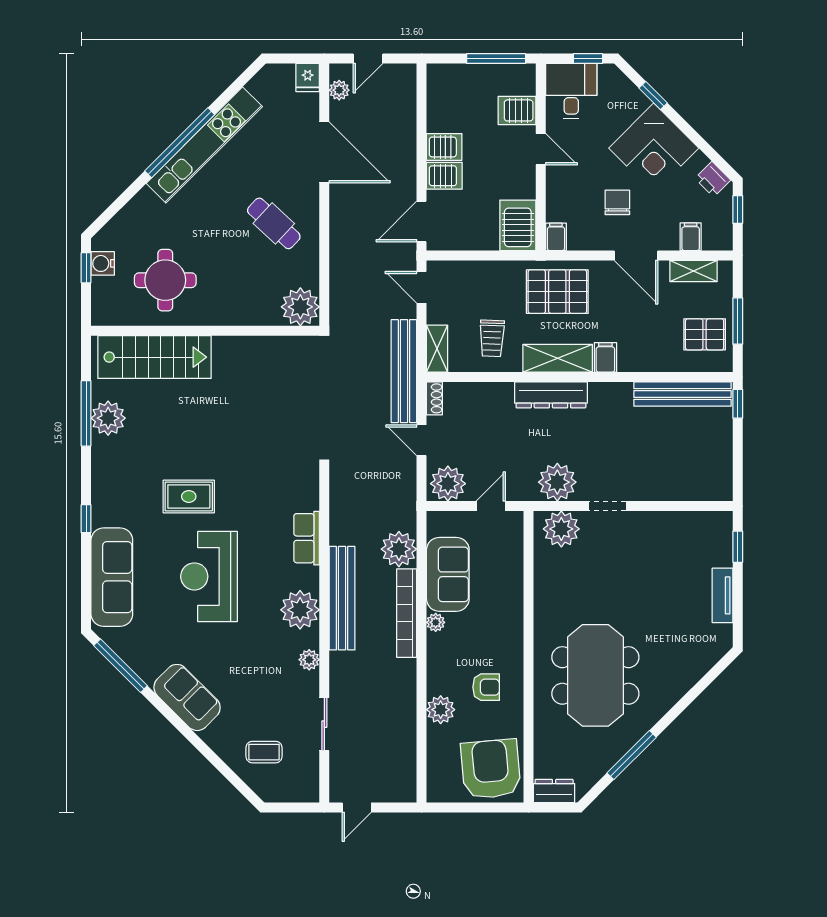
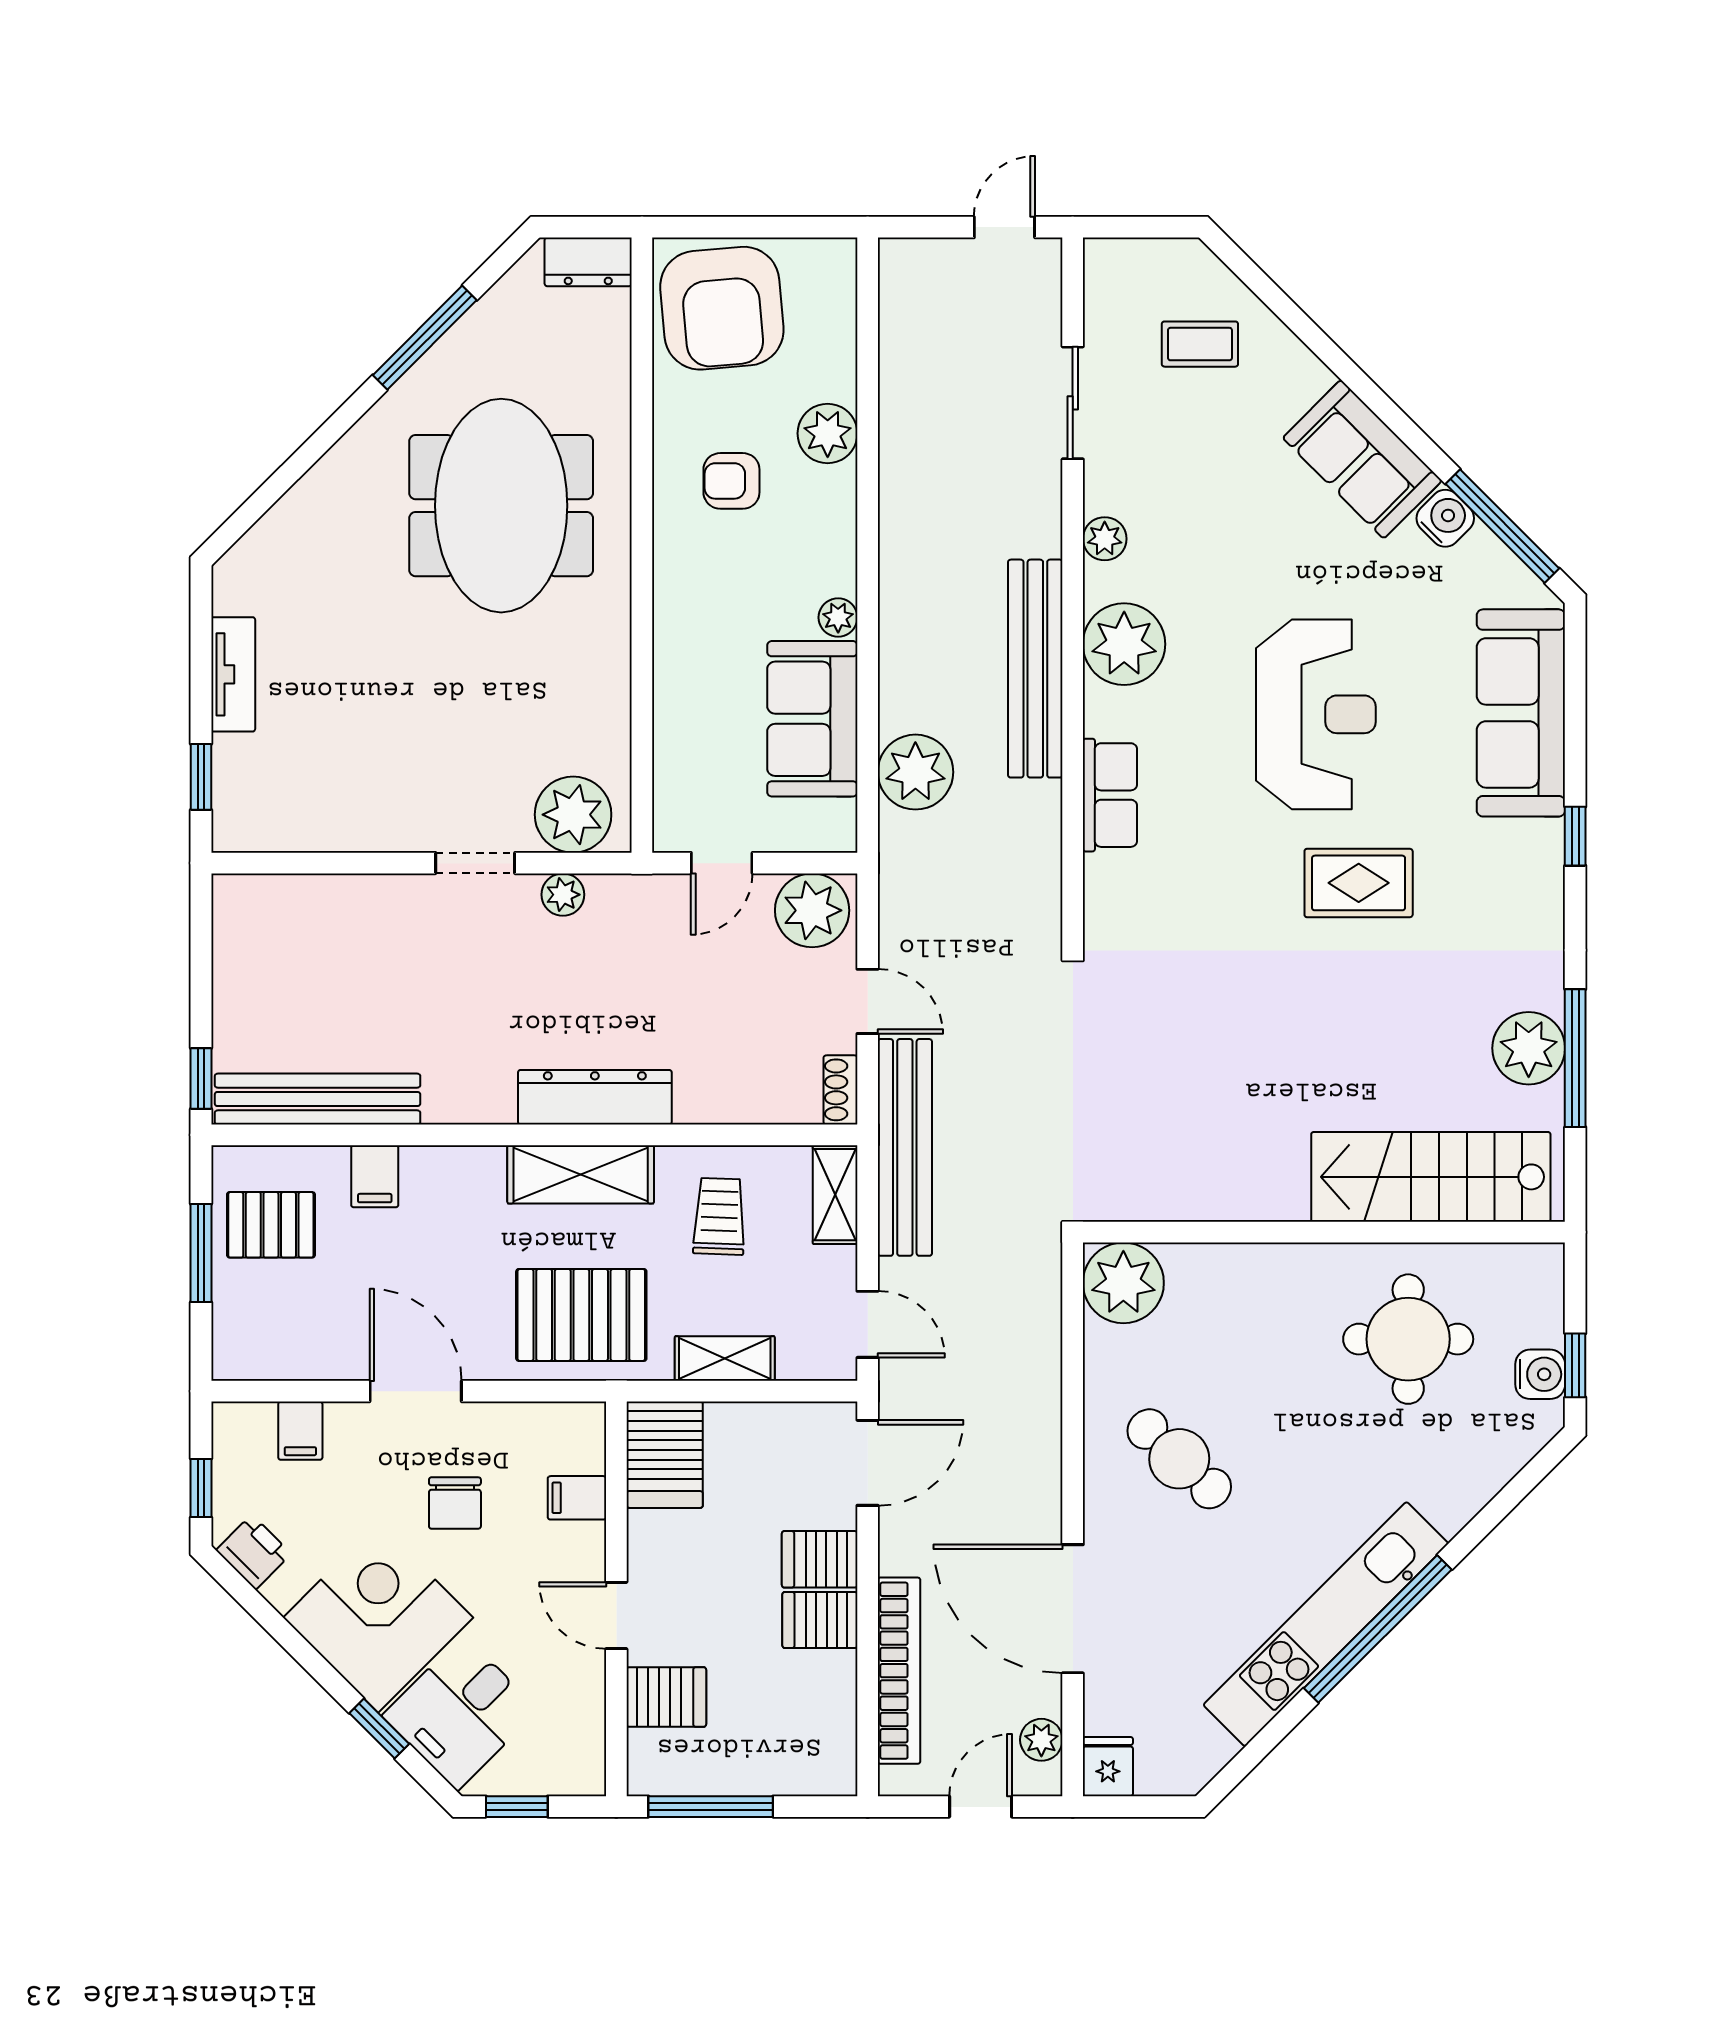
desk: (571, 91) -> (460, 1713), moved, turned 45
filing cabinet: (556, 237) -> (577, 1498), moved, turned 90
shelving: (694, 271) -> (725, 1358), moved
filing cabinet: (605, 357) -> (375, 1176), moved
plant: (557, 482) -> (563, 895), width x0.53, depth x0.53
bookcase: (407, 613) -> (899, 1671), moved
water cooler: (148, 669) -> (1445, 518), added

